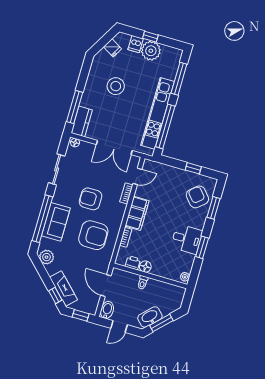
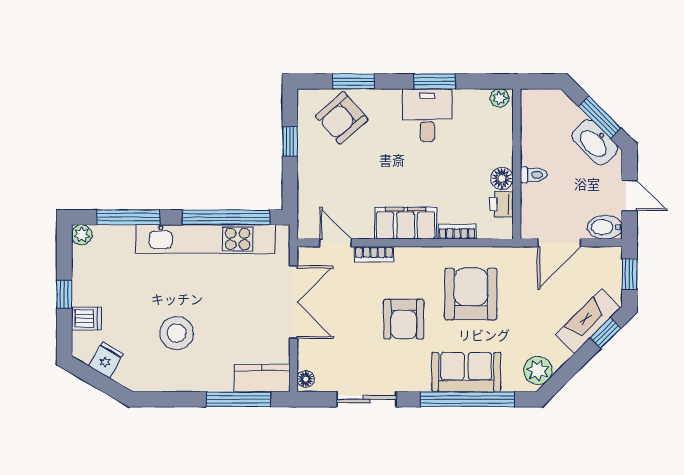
plant: (151, 51) -> (82, 235), moved, width x0.53, depth x0.53

